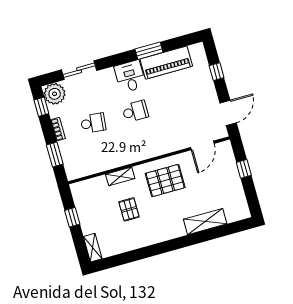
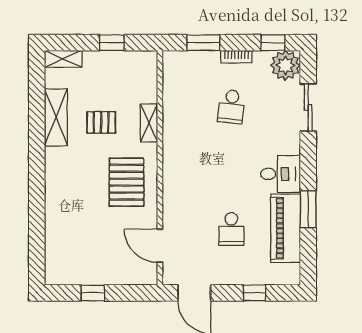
school desk: (135, 111) -> (231, 229), moved
window: (244, 169) -> (93, 293), moved
shelving: (205, 222) -> (56, 117), moved

